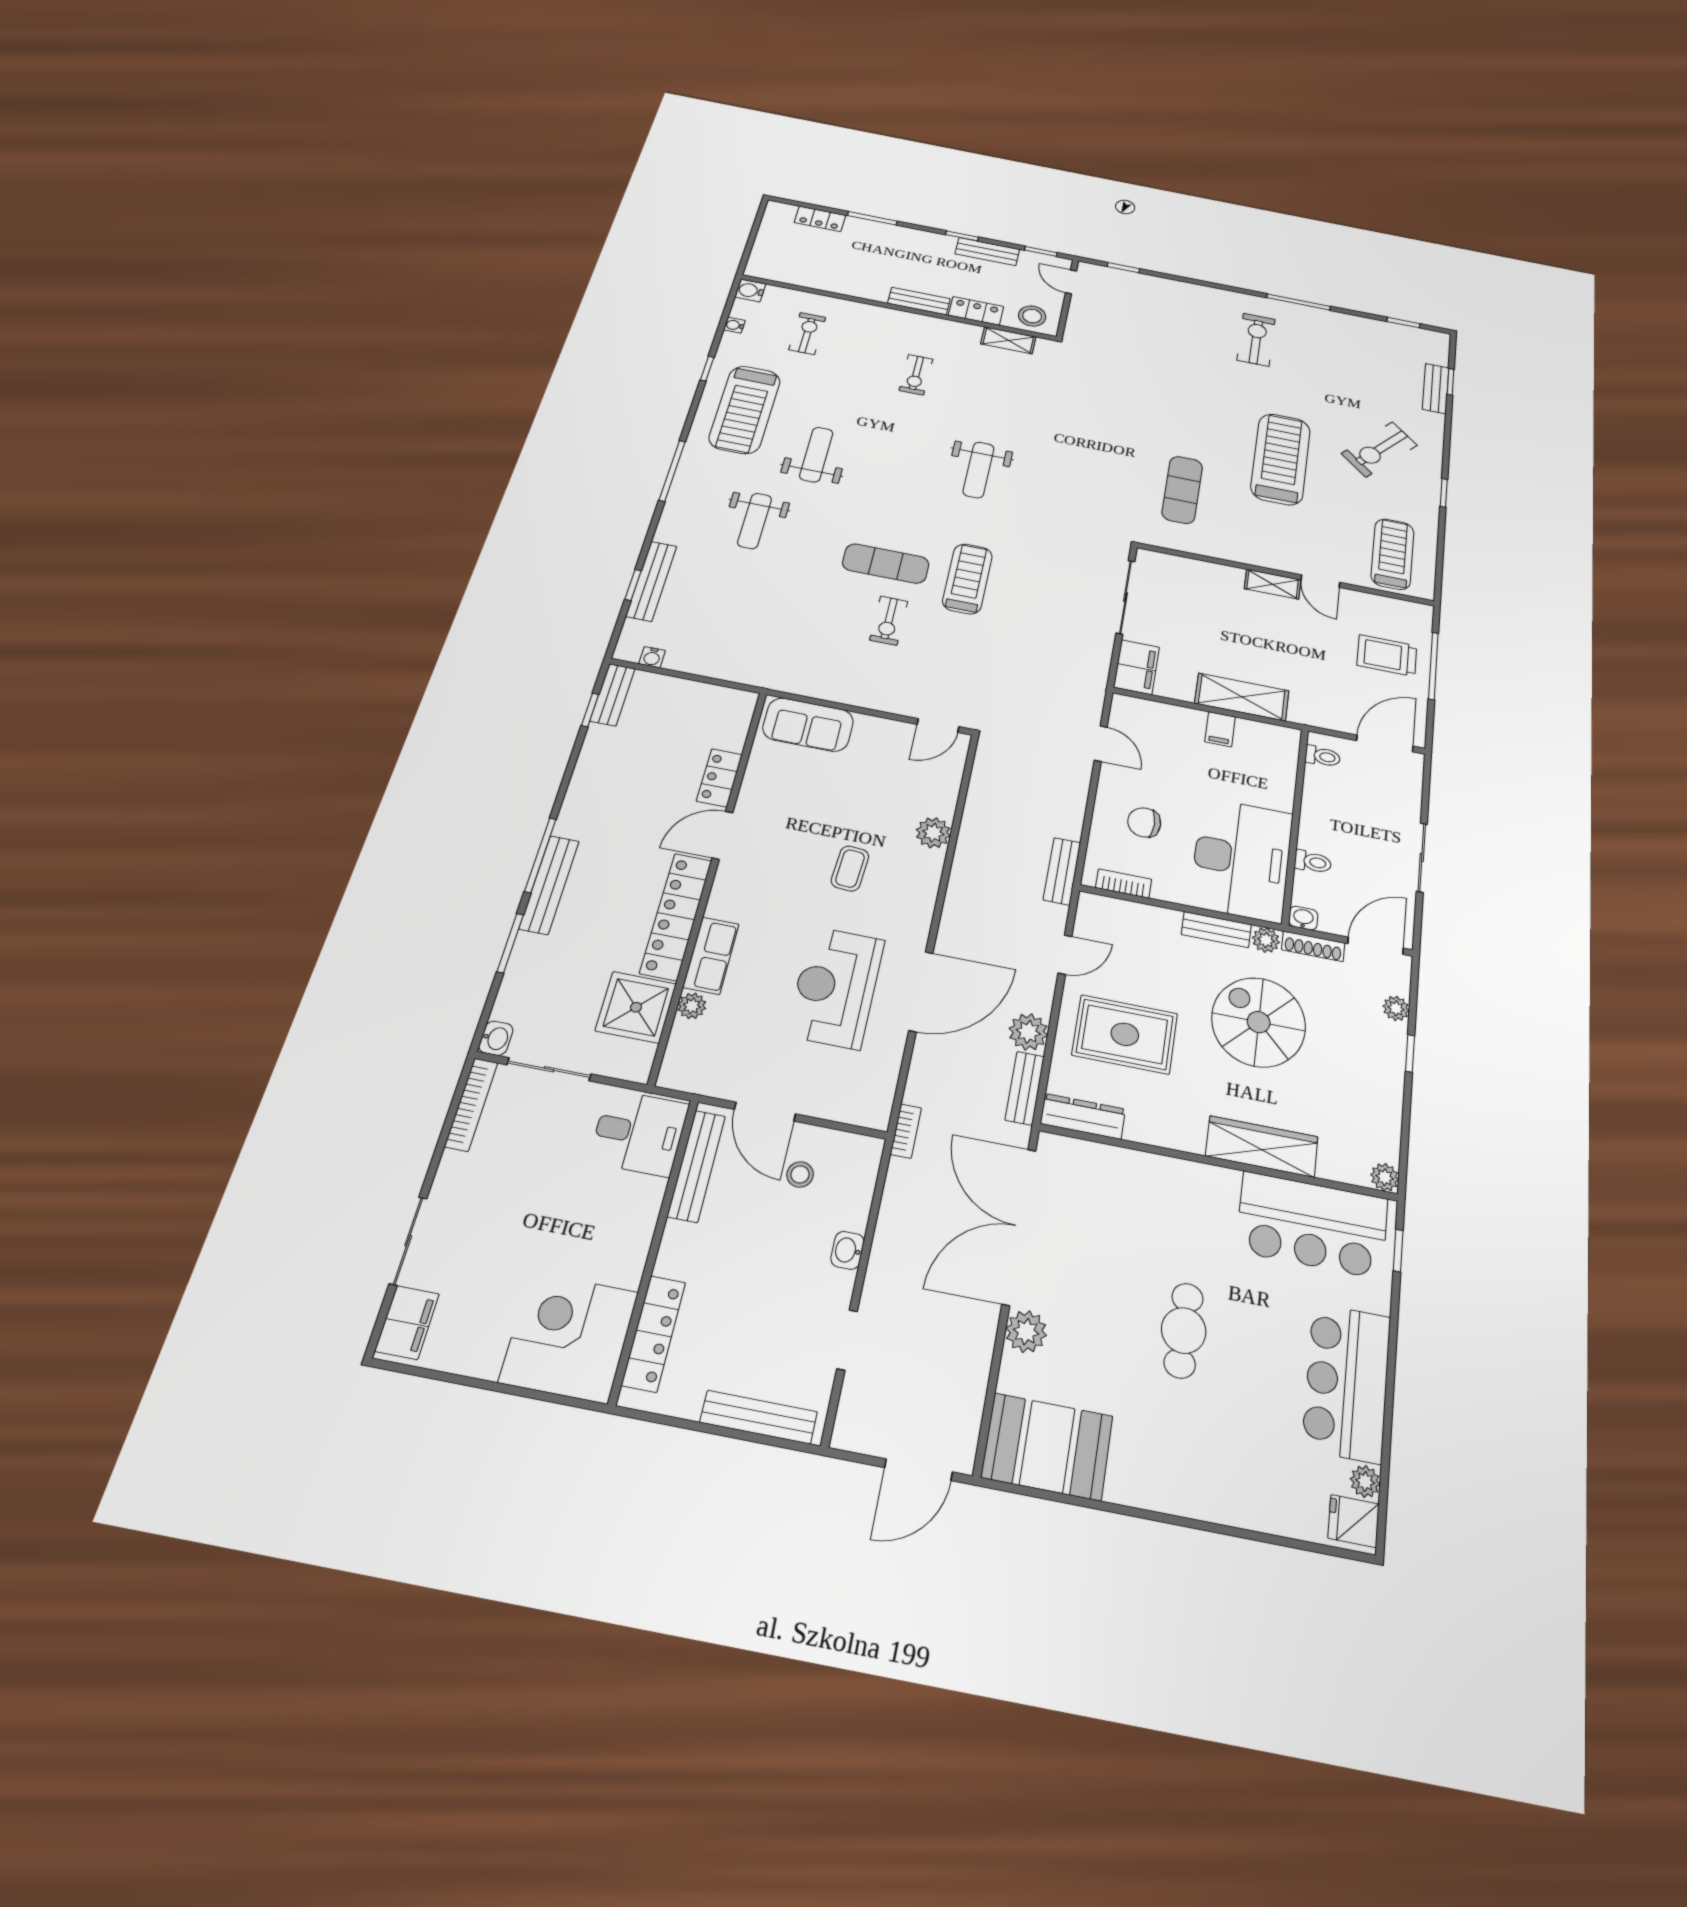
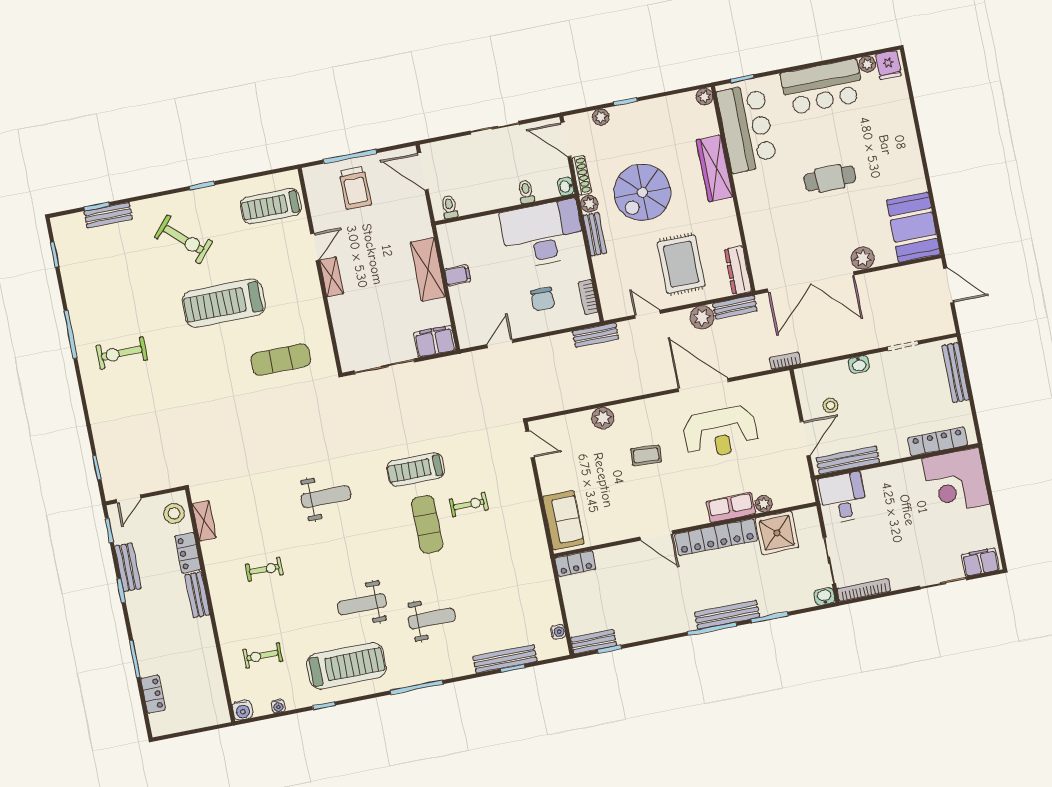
locker: (719, 778) -> (575, 564), moved

